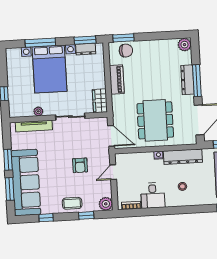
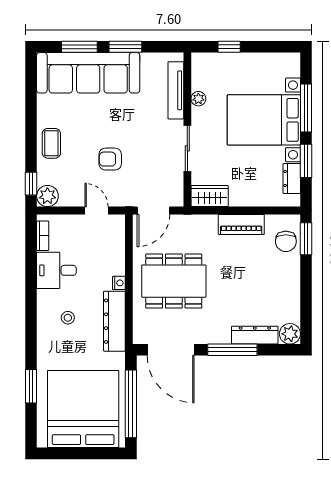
window: (85, 40) -> (306, 161), moved
dresser: (187, 80) -> (255, 335), moved
window: (86, 215) -> (31, 184), moved
window: (46, 218) -> (31, 101), removed

